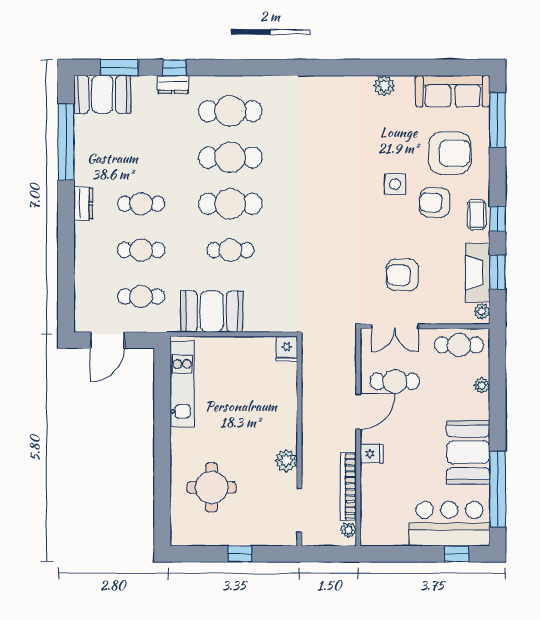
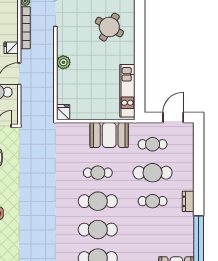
cafe table: (141, 250) -> (153, 173), width x1.37, depth x1.35
plant: (286, 461) -> (63, 62), moved
round table: (212, 487) -> (109, 27), turned 30

